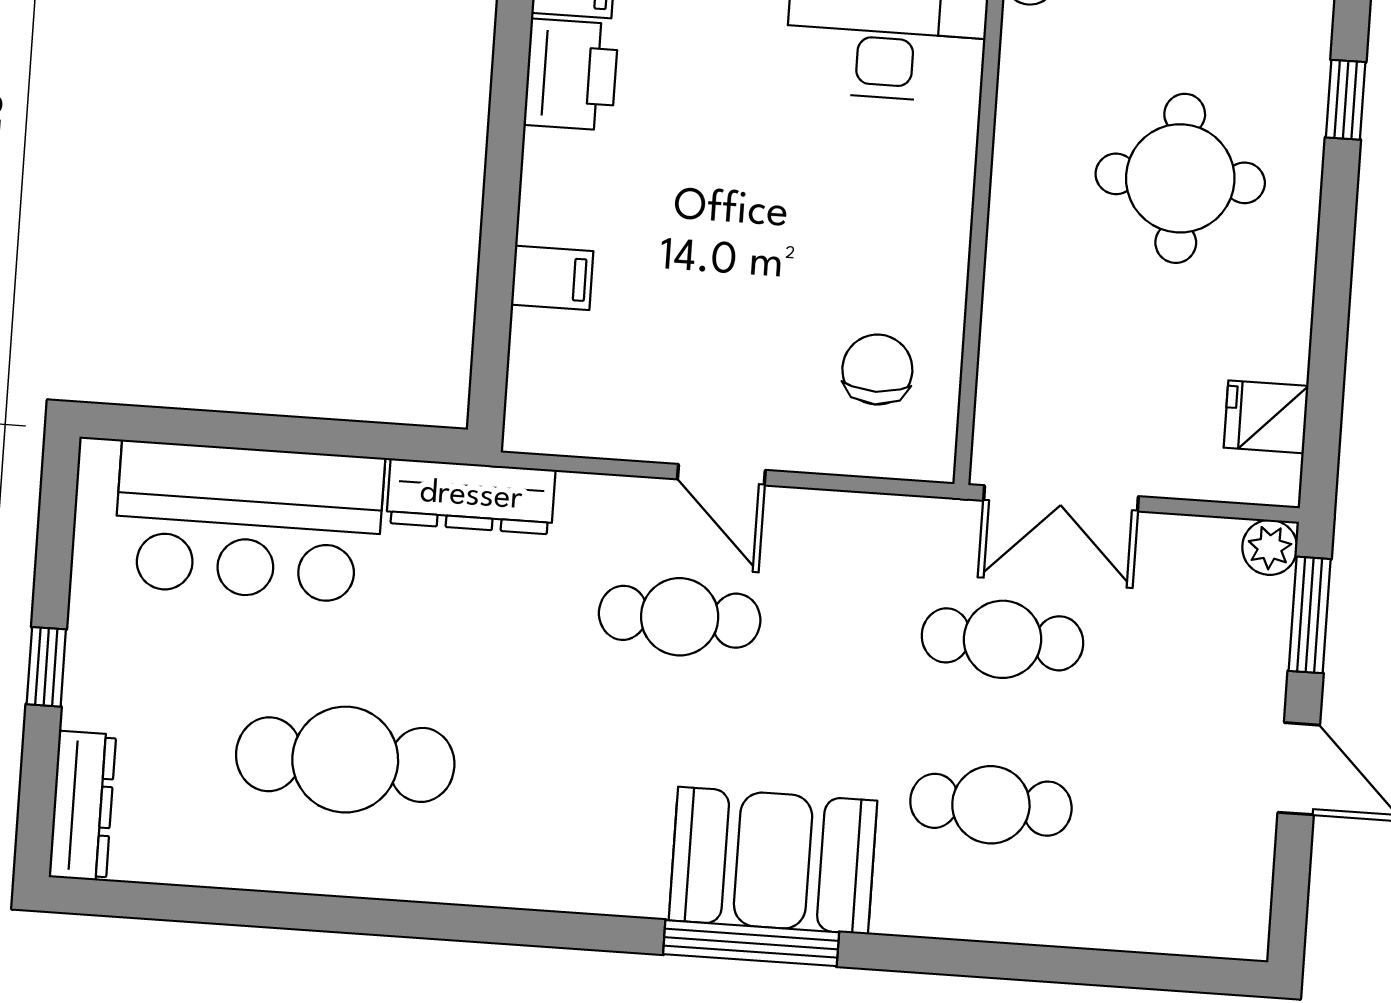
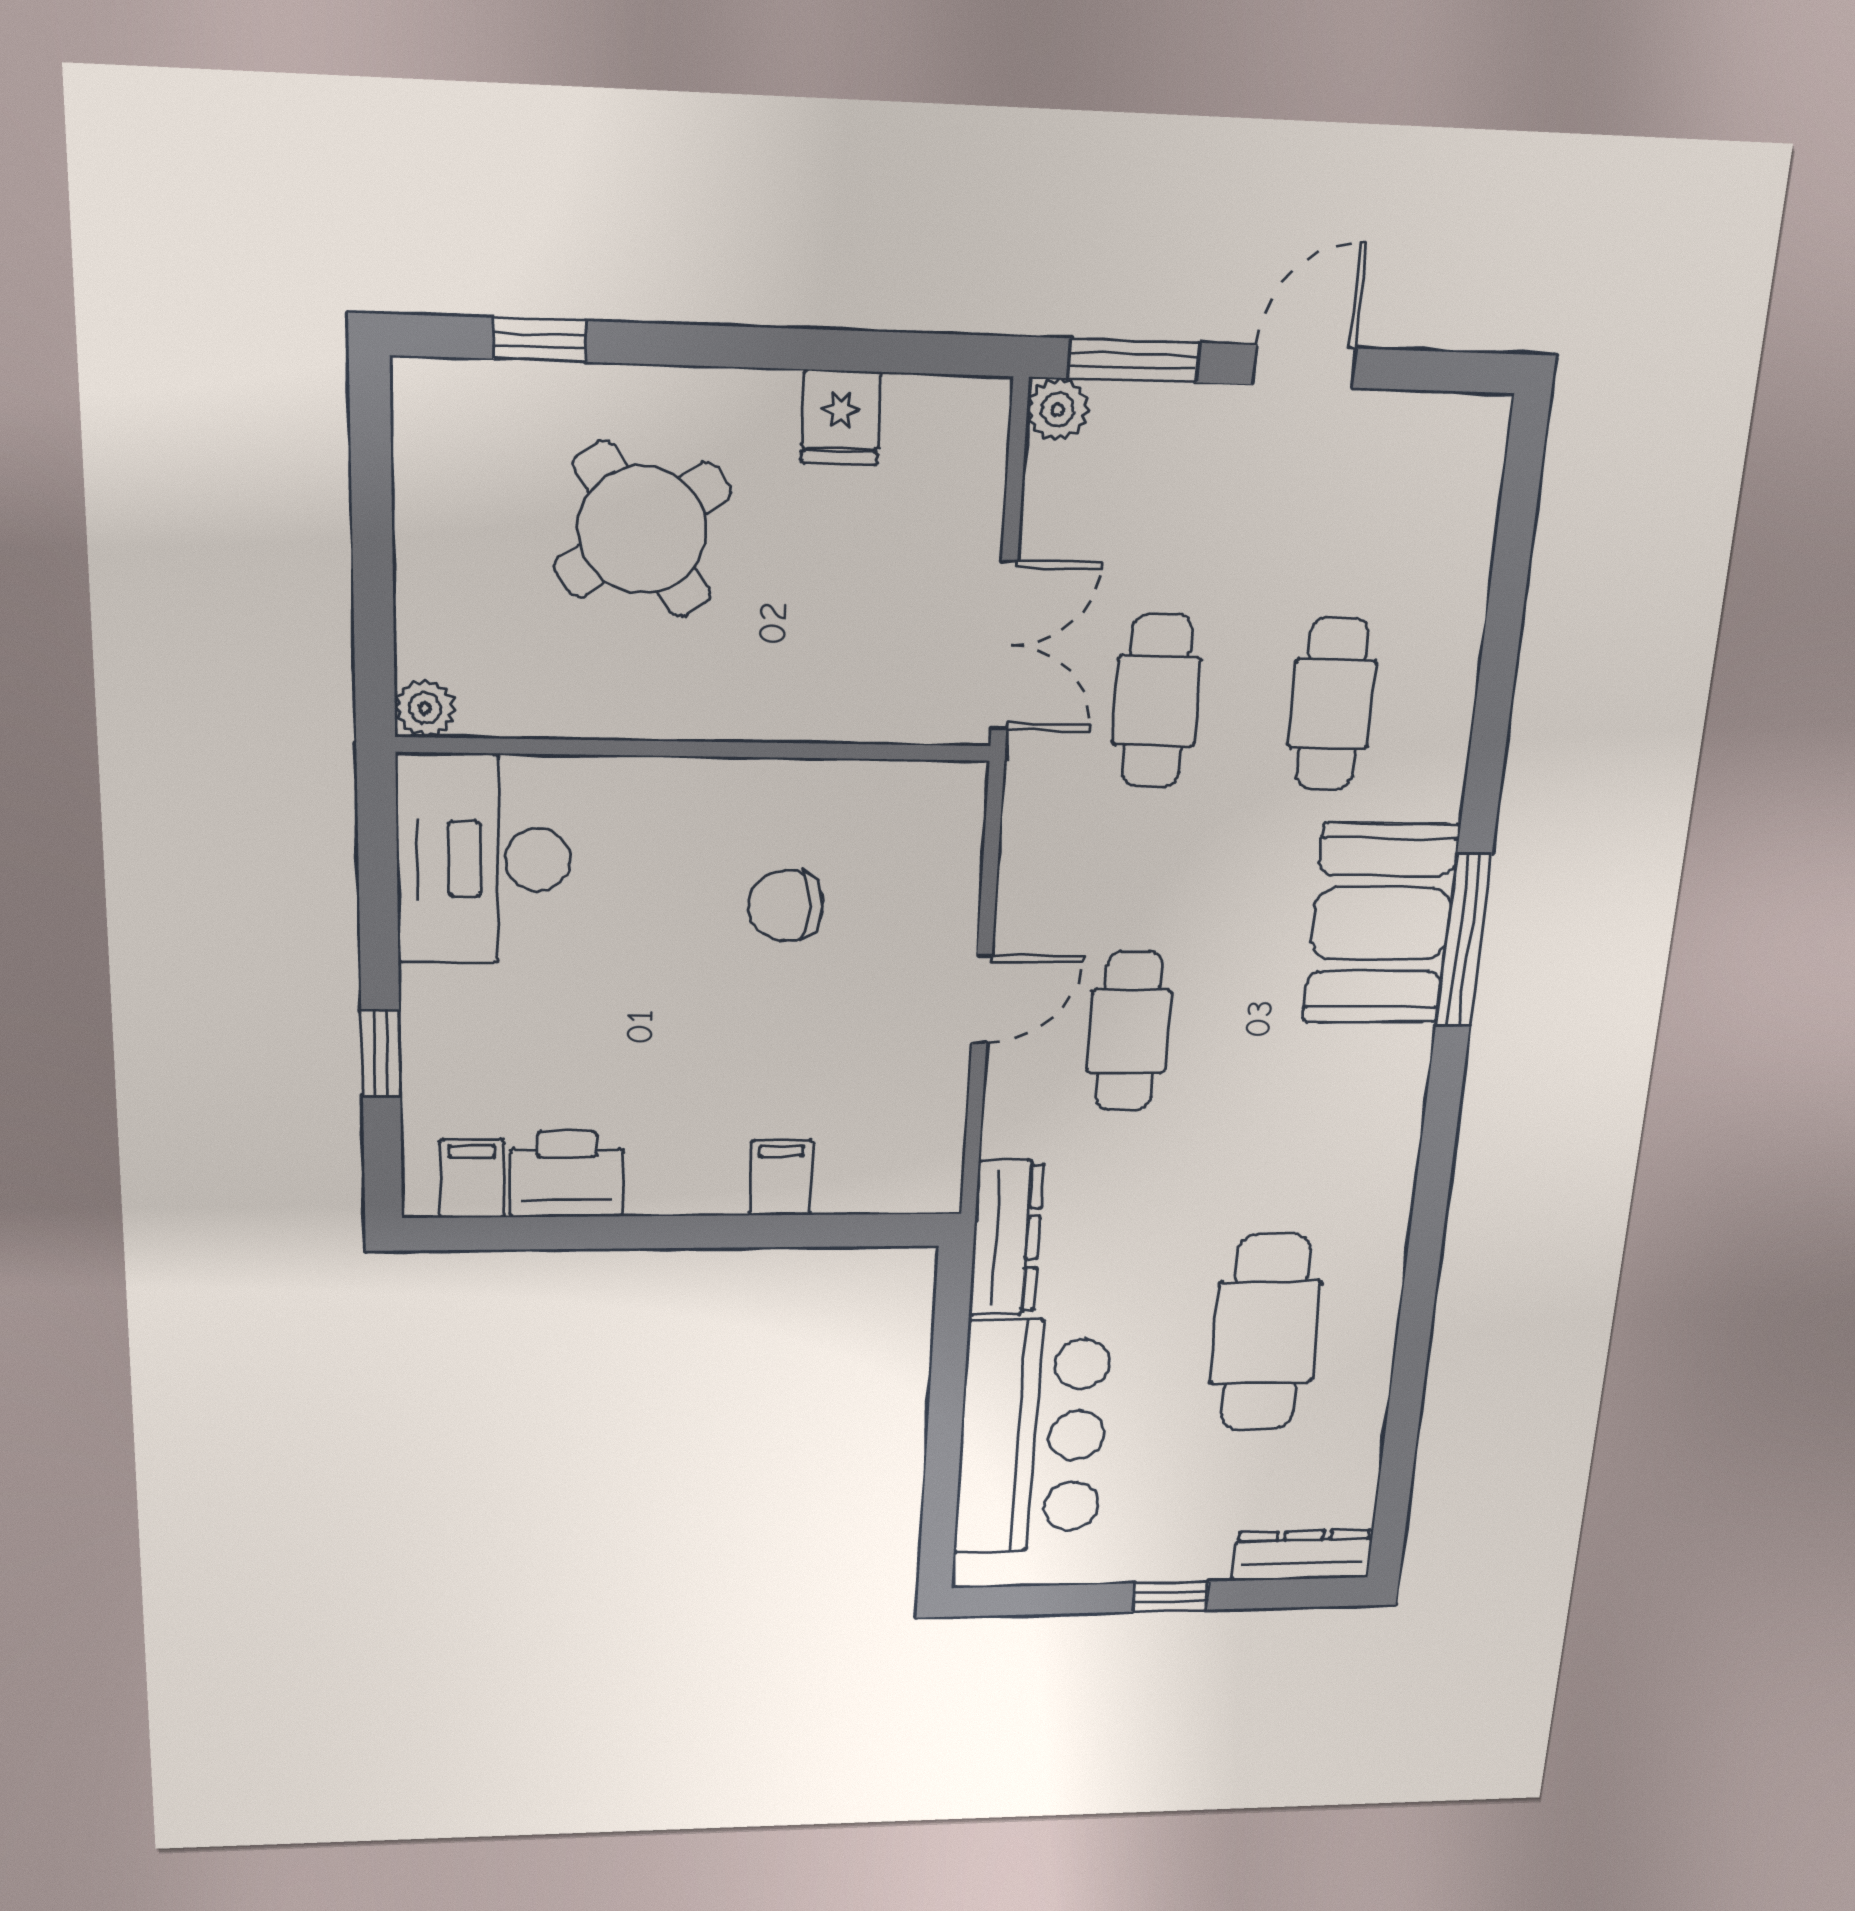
round table: (1180, 178) -> (642, 530), turned -35
chair: (877, 370) -> (786, 906), moved
fridge: (1266, 417) -> (841, 418), moved

